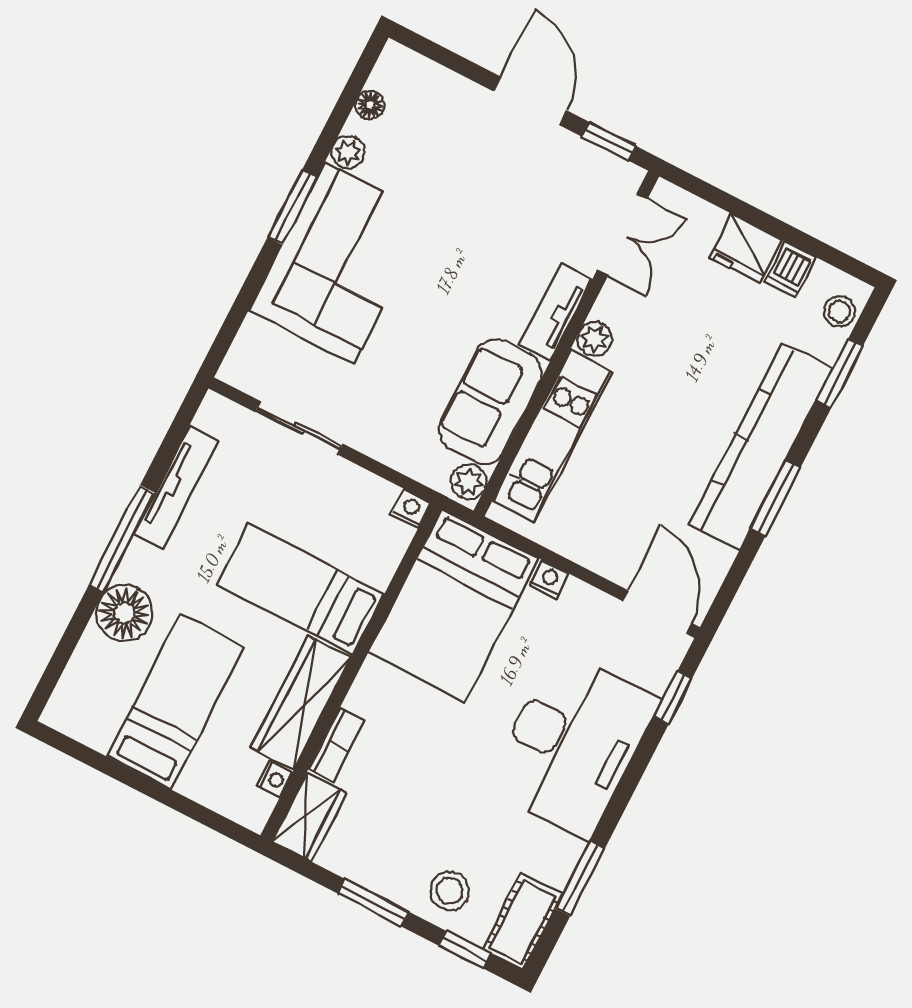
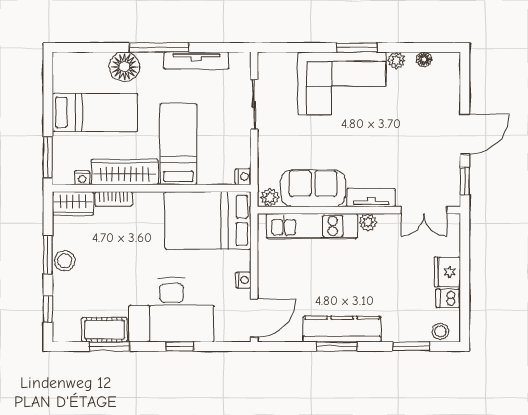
kitchen counter: (760, 447) -> (342, 329), width x0.72, depth x0.86
nightstand: (549, 579) -> (243, 280), moved
window: (673, 697) -> (180, 346), moved
window: (210, 819) -> (48, 157), added
stool: (450, 891) -> (65, 261), moved
cot: (522, 922) -> (104, 330), moved

